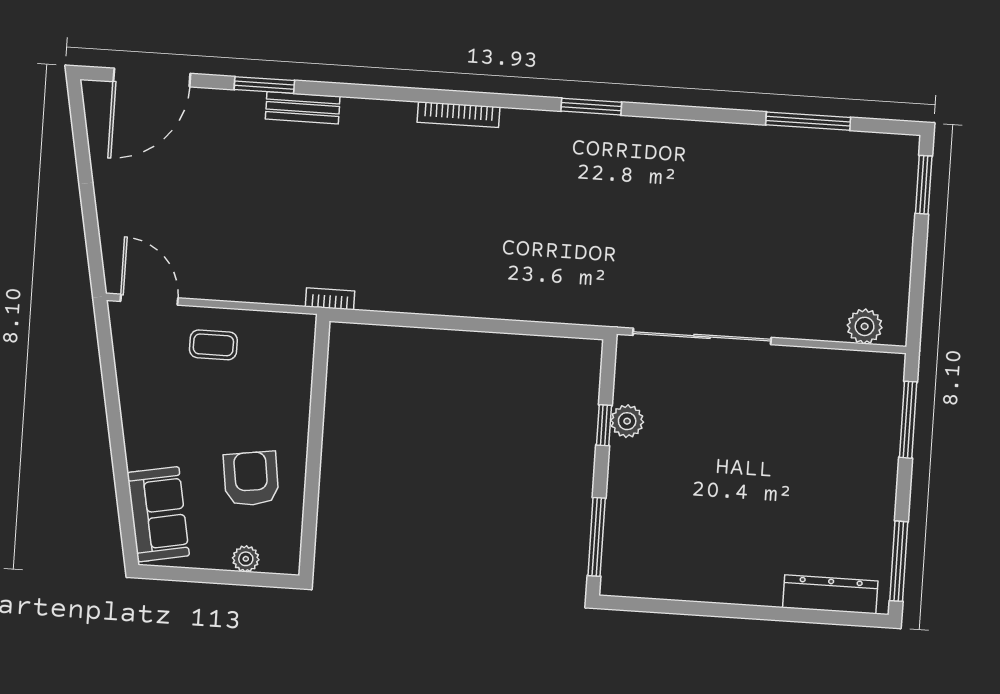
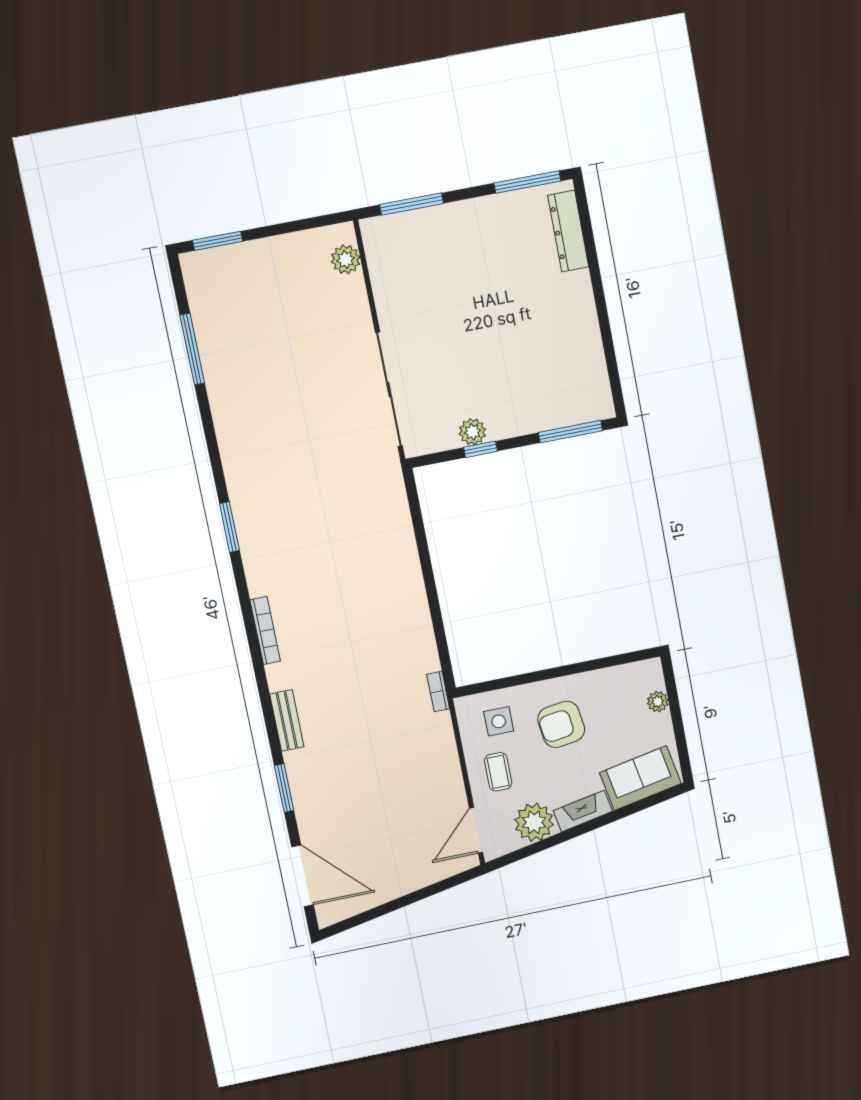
bench: (303, 108) -> (287, 720), moved
side table: (274, 362) -> (499, 721), added
plant: (140, 372) -> (534, 822), added
fireplace: (137, 434) -> (583, 811), added
armchair: (251, 479) -> (561, 724), moved

